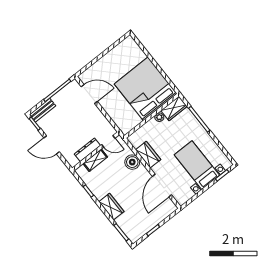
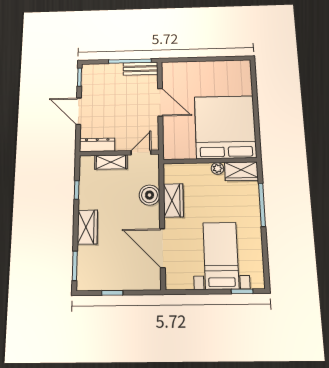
door: (89, 94) -> (160, 102), moved
bench: (43, 110) -> (141, 69), moved
door: (108, 141) -> (141, 153), swing flipped
dresser: (87, 150) -> (97, 145), moved
door: (162, 186) -> (163, 248), hinge flipped

